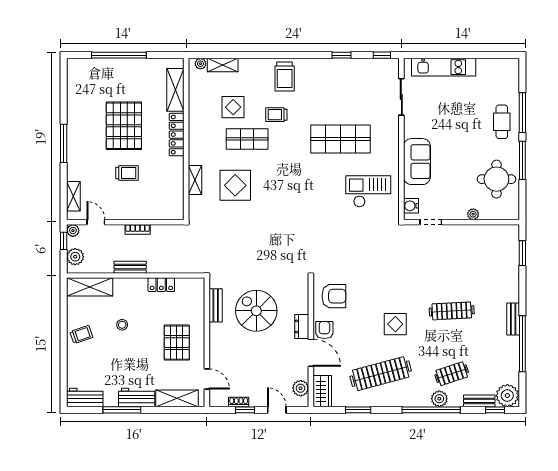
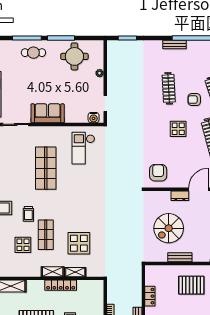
locker: (177, 135) -> (61, 285), moved
shelving: (195, 149) -> (53, 272), added
sofa: (417, 162) -> (48, 113), moved
bench: (216, 305) -> (180, 257), moved
armchair: (324, 330) -> (194, 100), moved

